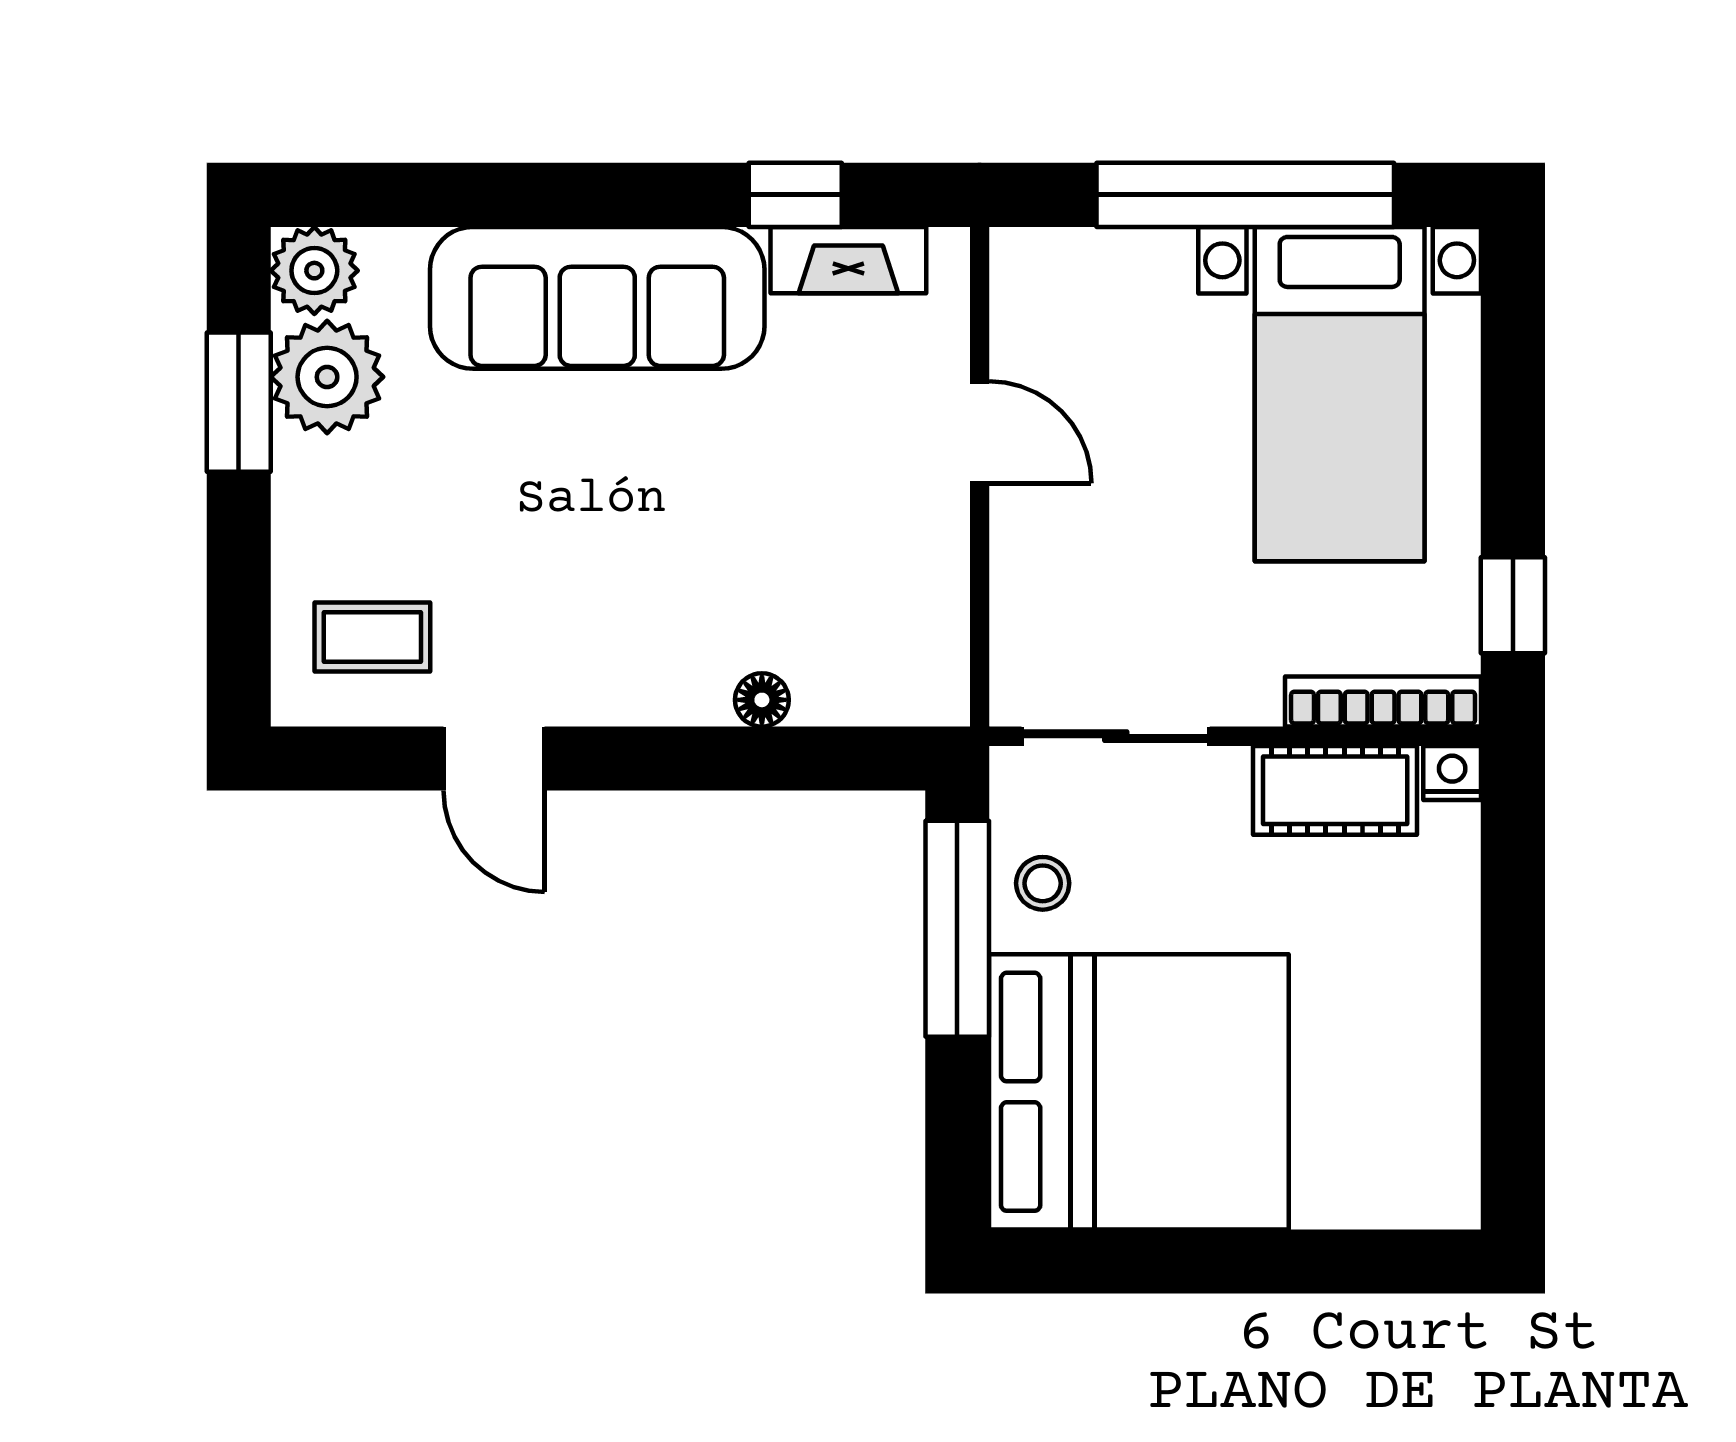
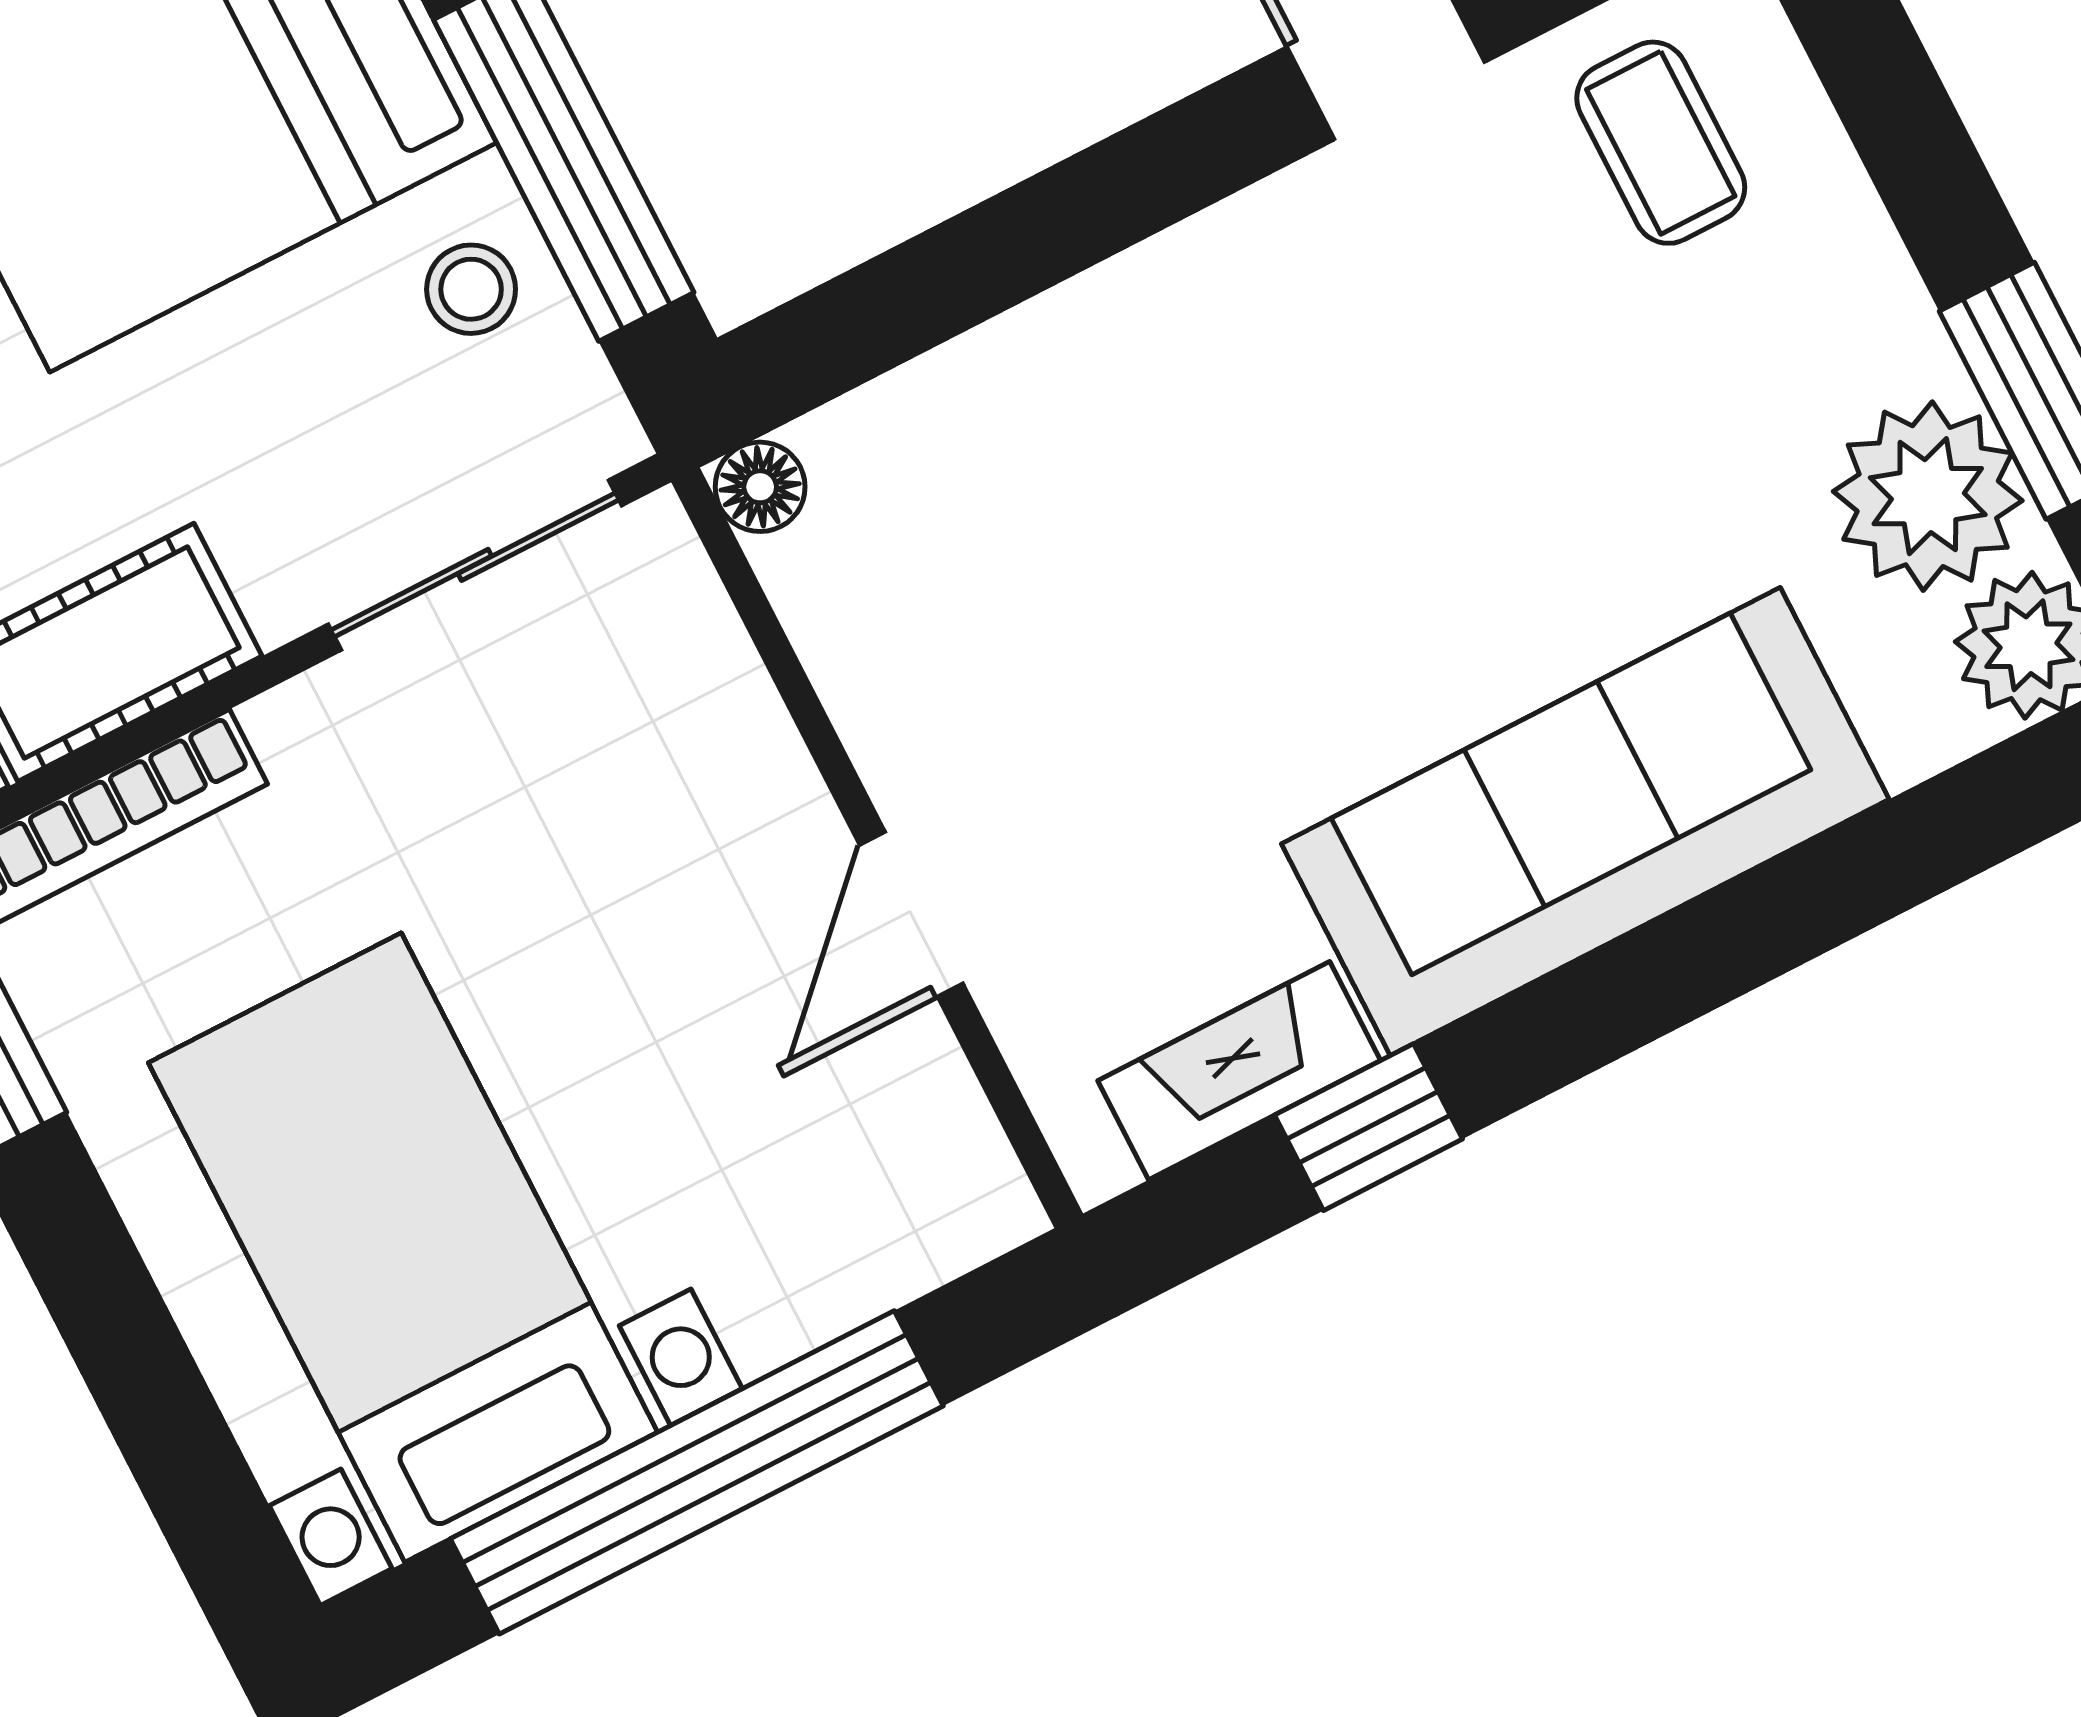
door: (980, 432) -> (911, 914), hinge flipped
coffee table: (372, 637) -> (1661, 143), turned 90
floor lamp: (762, 700) -> (760, 487), moved

